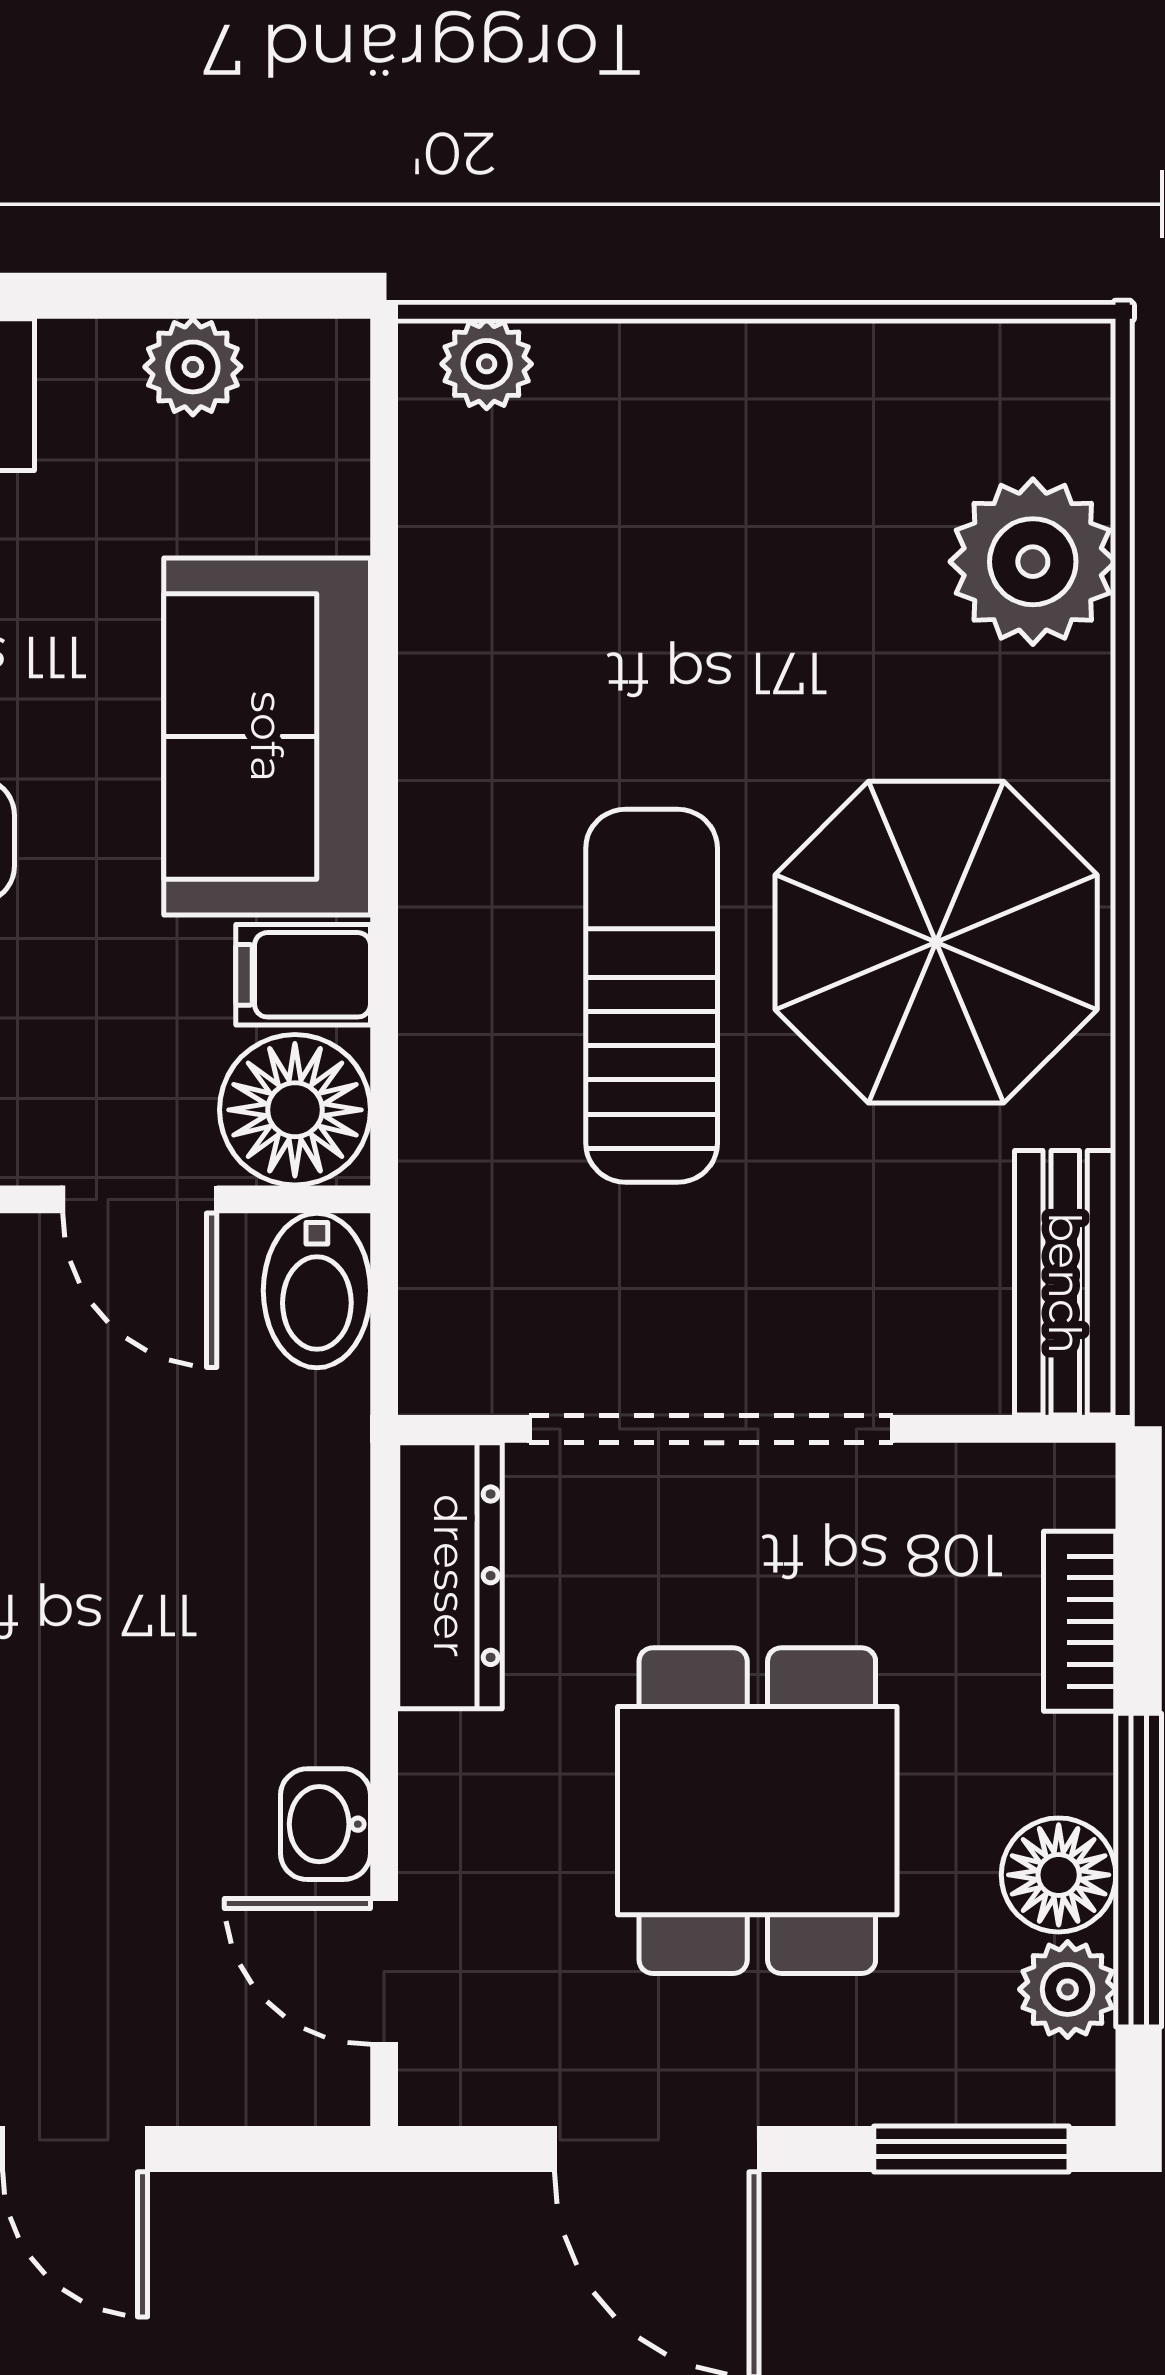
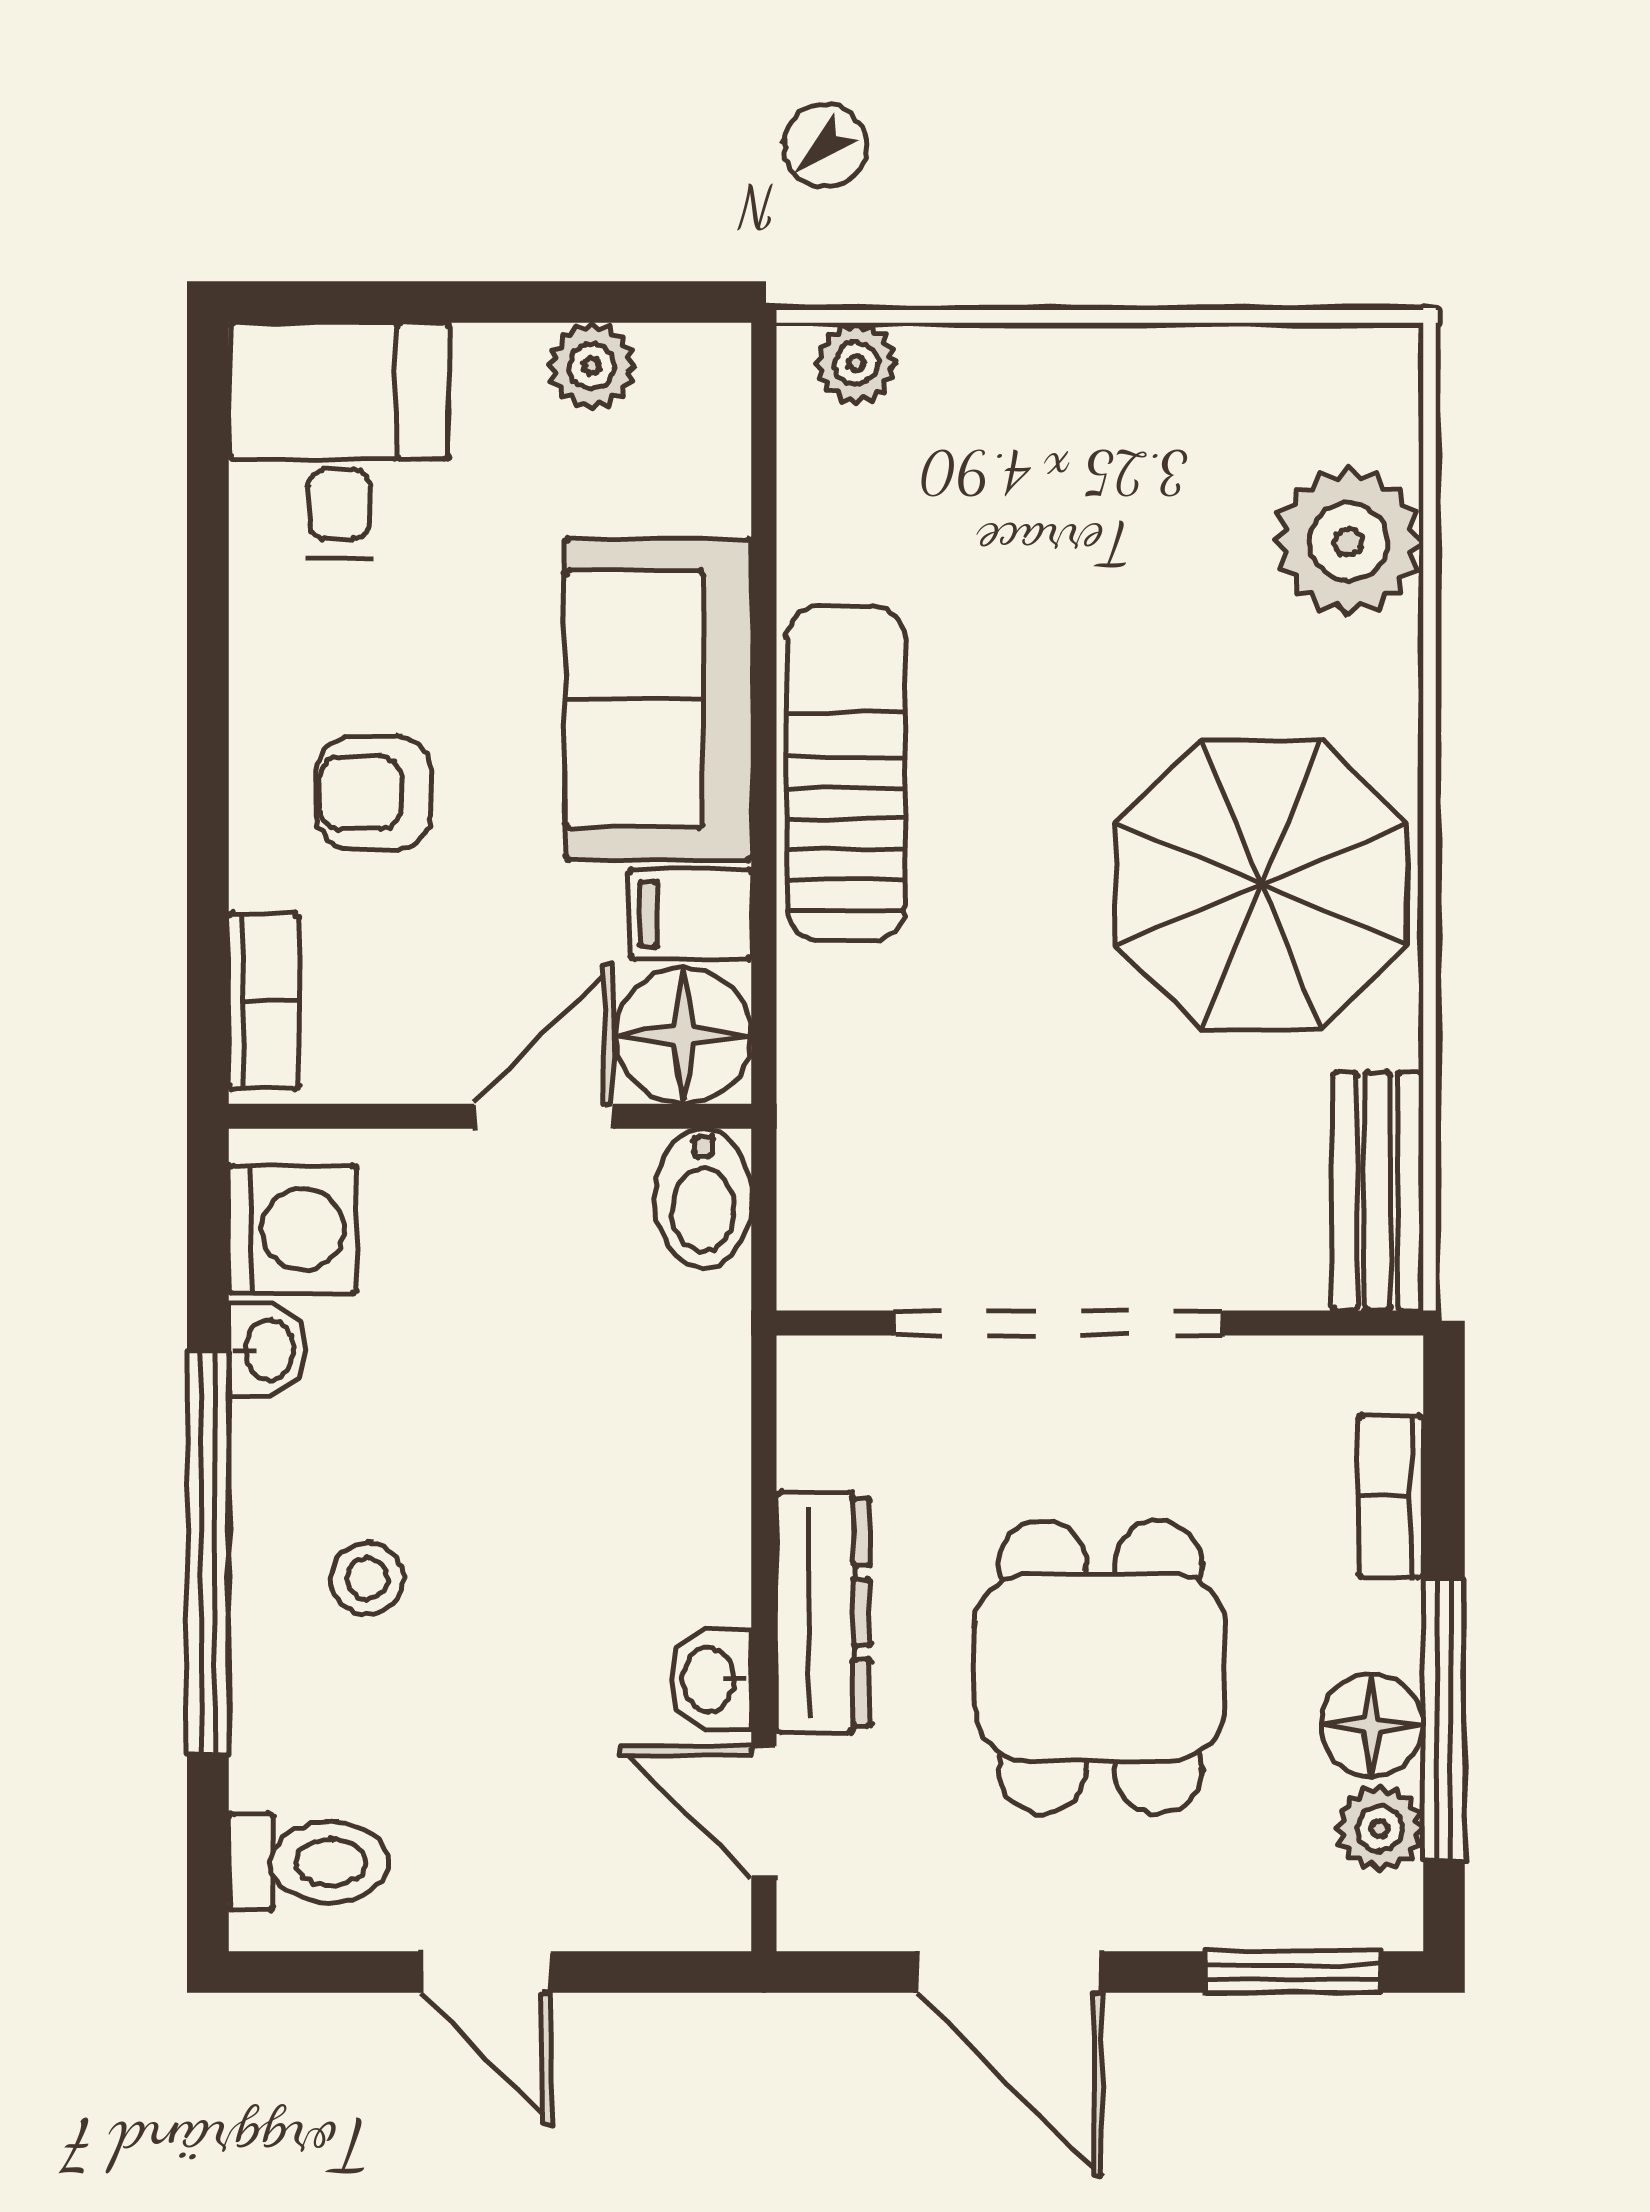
sun lounger: (652, 996) -> (846, 773), moved
door: (140, 1199) -> (544, 1116), swing flipped
dresser: (450, 1576) -> (823, 1612), moved

